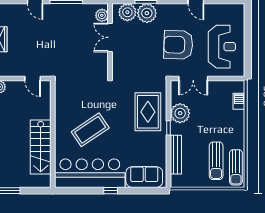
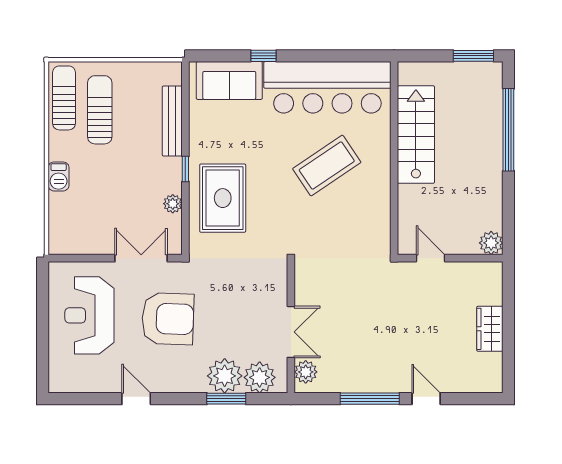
barbecue: (239, 101) -> (59, 176), moved
plant: (180, 113) -> (173, 204), width x0.53, depth x0.53
window: (111, 191) -> (264, 56), moved

